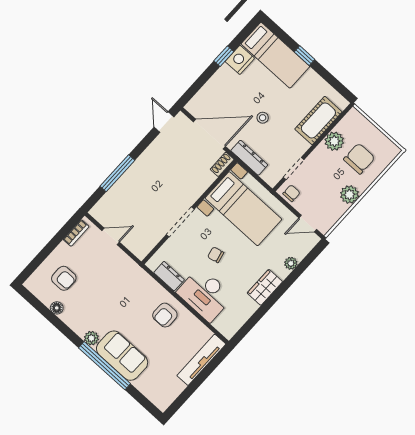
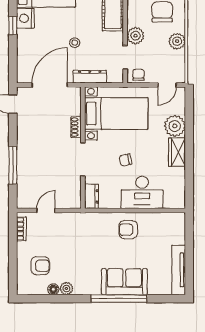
plant: (334, 141) -> (135, 36), moved
shoe rack: (222, 164) -> (76, 127), moved
plant: (291, 263) -> (175, 126), width x1.87, depth x1.87
dresser: (169, 276) -> (92, 196), moved, turned 90
armchair: (165, 315) -> (128, 230), turned 90
plant: (91, 338) -> (66, 288), moved
tv unit: (201, 360) -> (179, 270), moved

